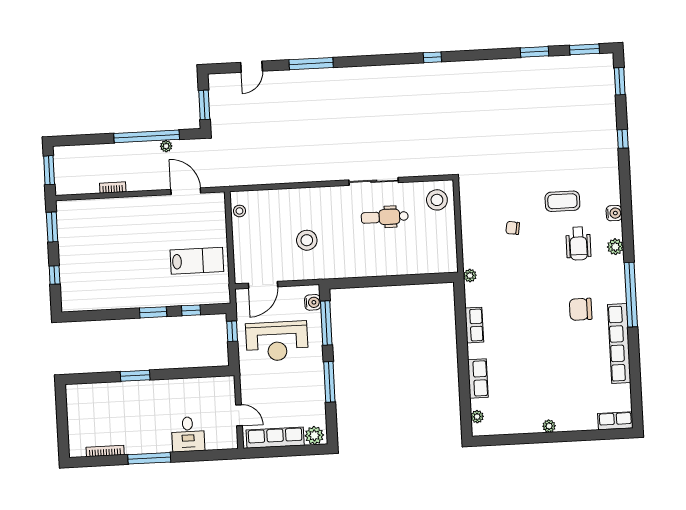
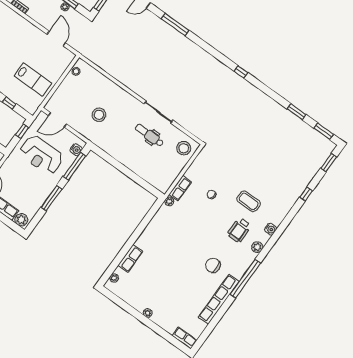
row of seats: (474, 325) -> (180, 188), moved

